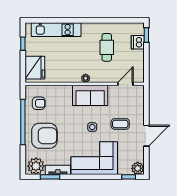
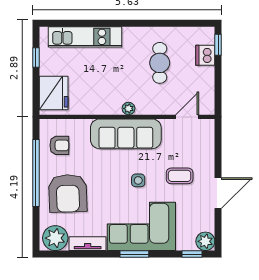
sofa: (90, 95) -> (126, 134), width x1.36
armchair: (44, 136) -> (68, 193), turned 88
window: (50, 177) -> (134, 254), moved

